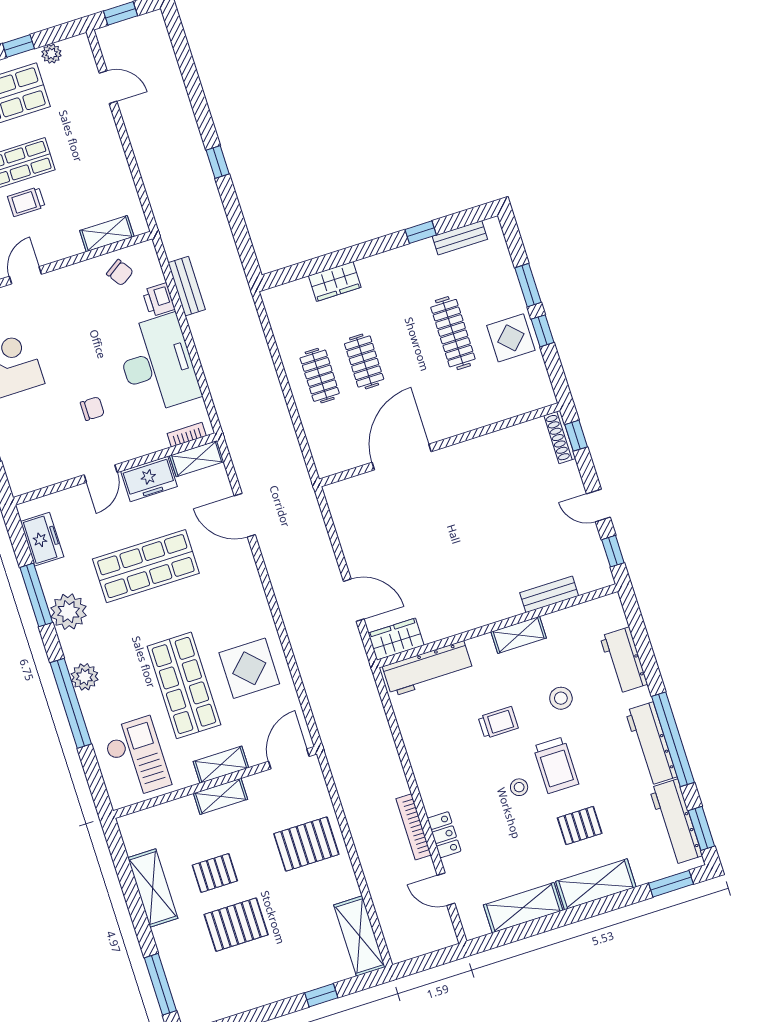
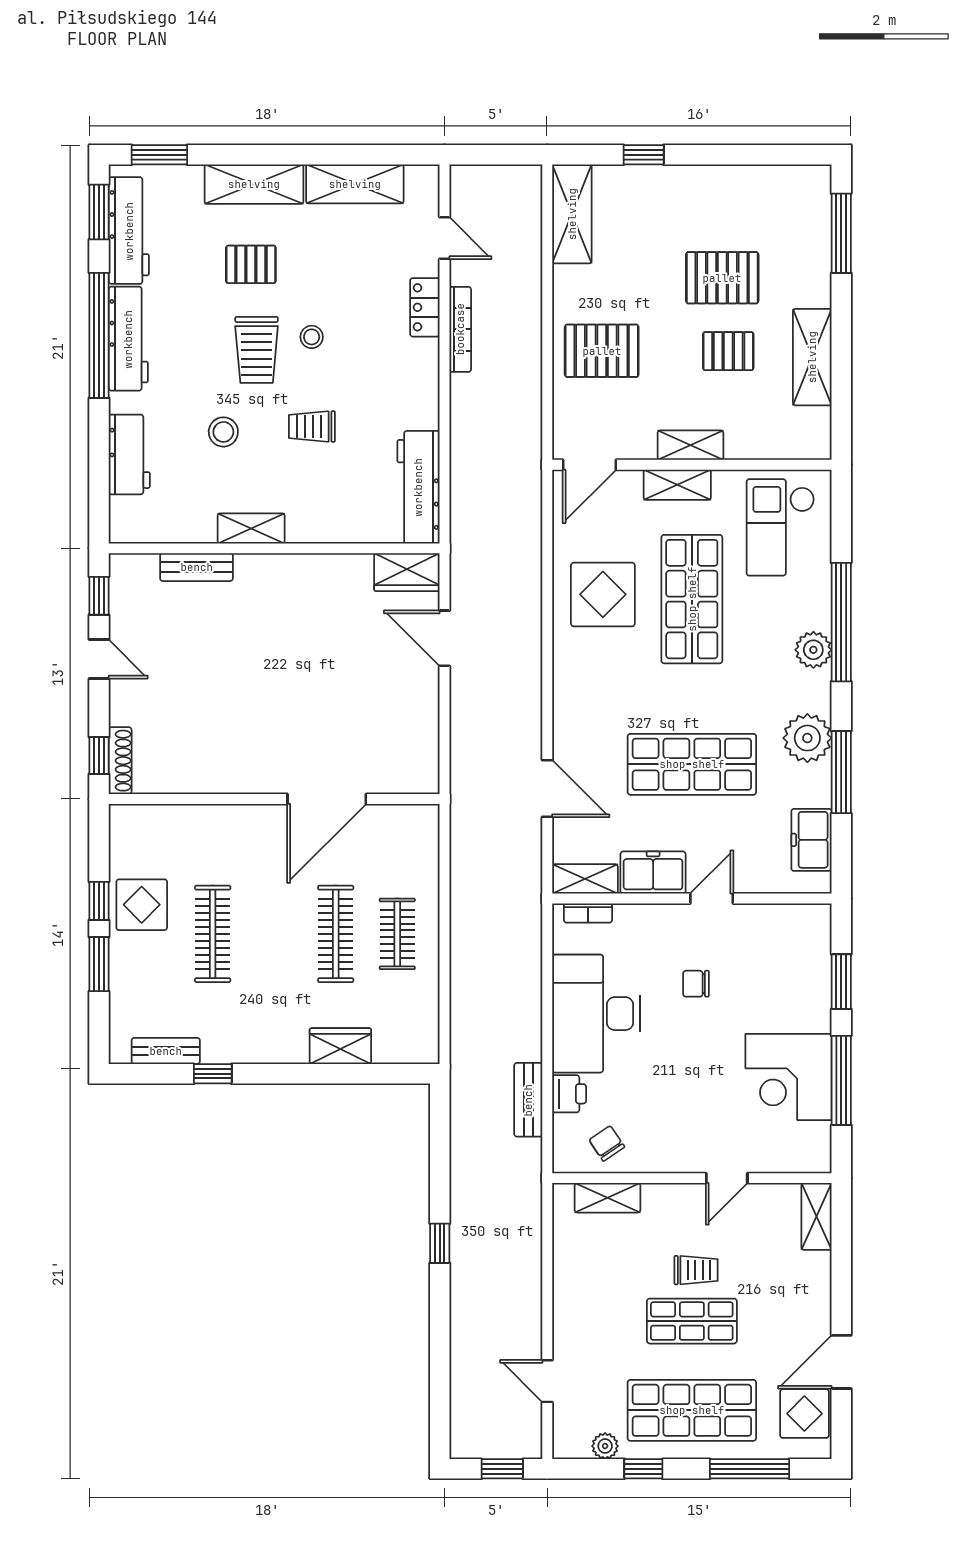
clothes rail: (364, 361) -> (336, 934), width x1.36
workbench: (428, 669) -> (418, 487), moved, turned -90
trolley: (556, 765) -> (257, 350), turned 180

